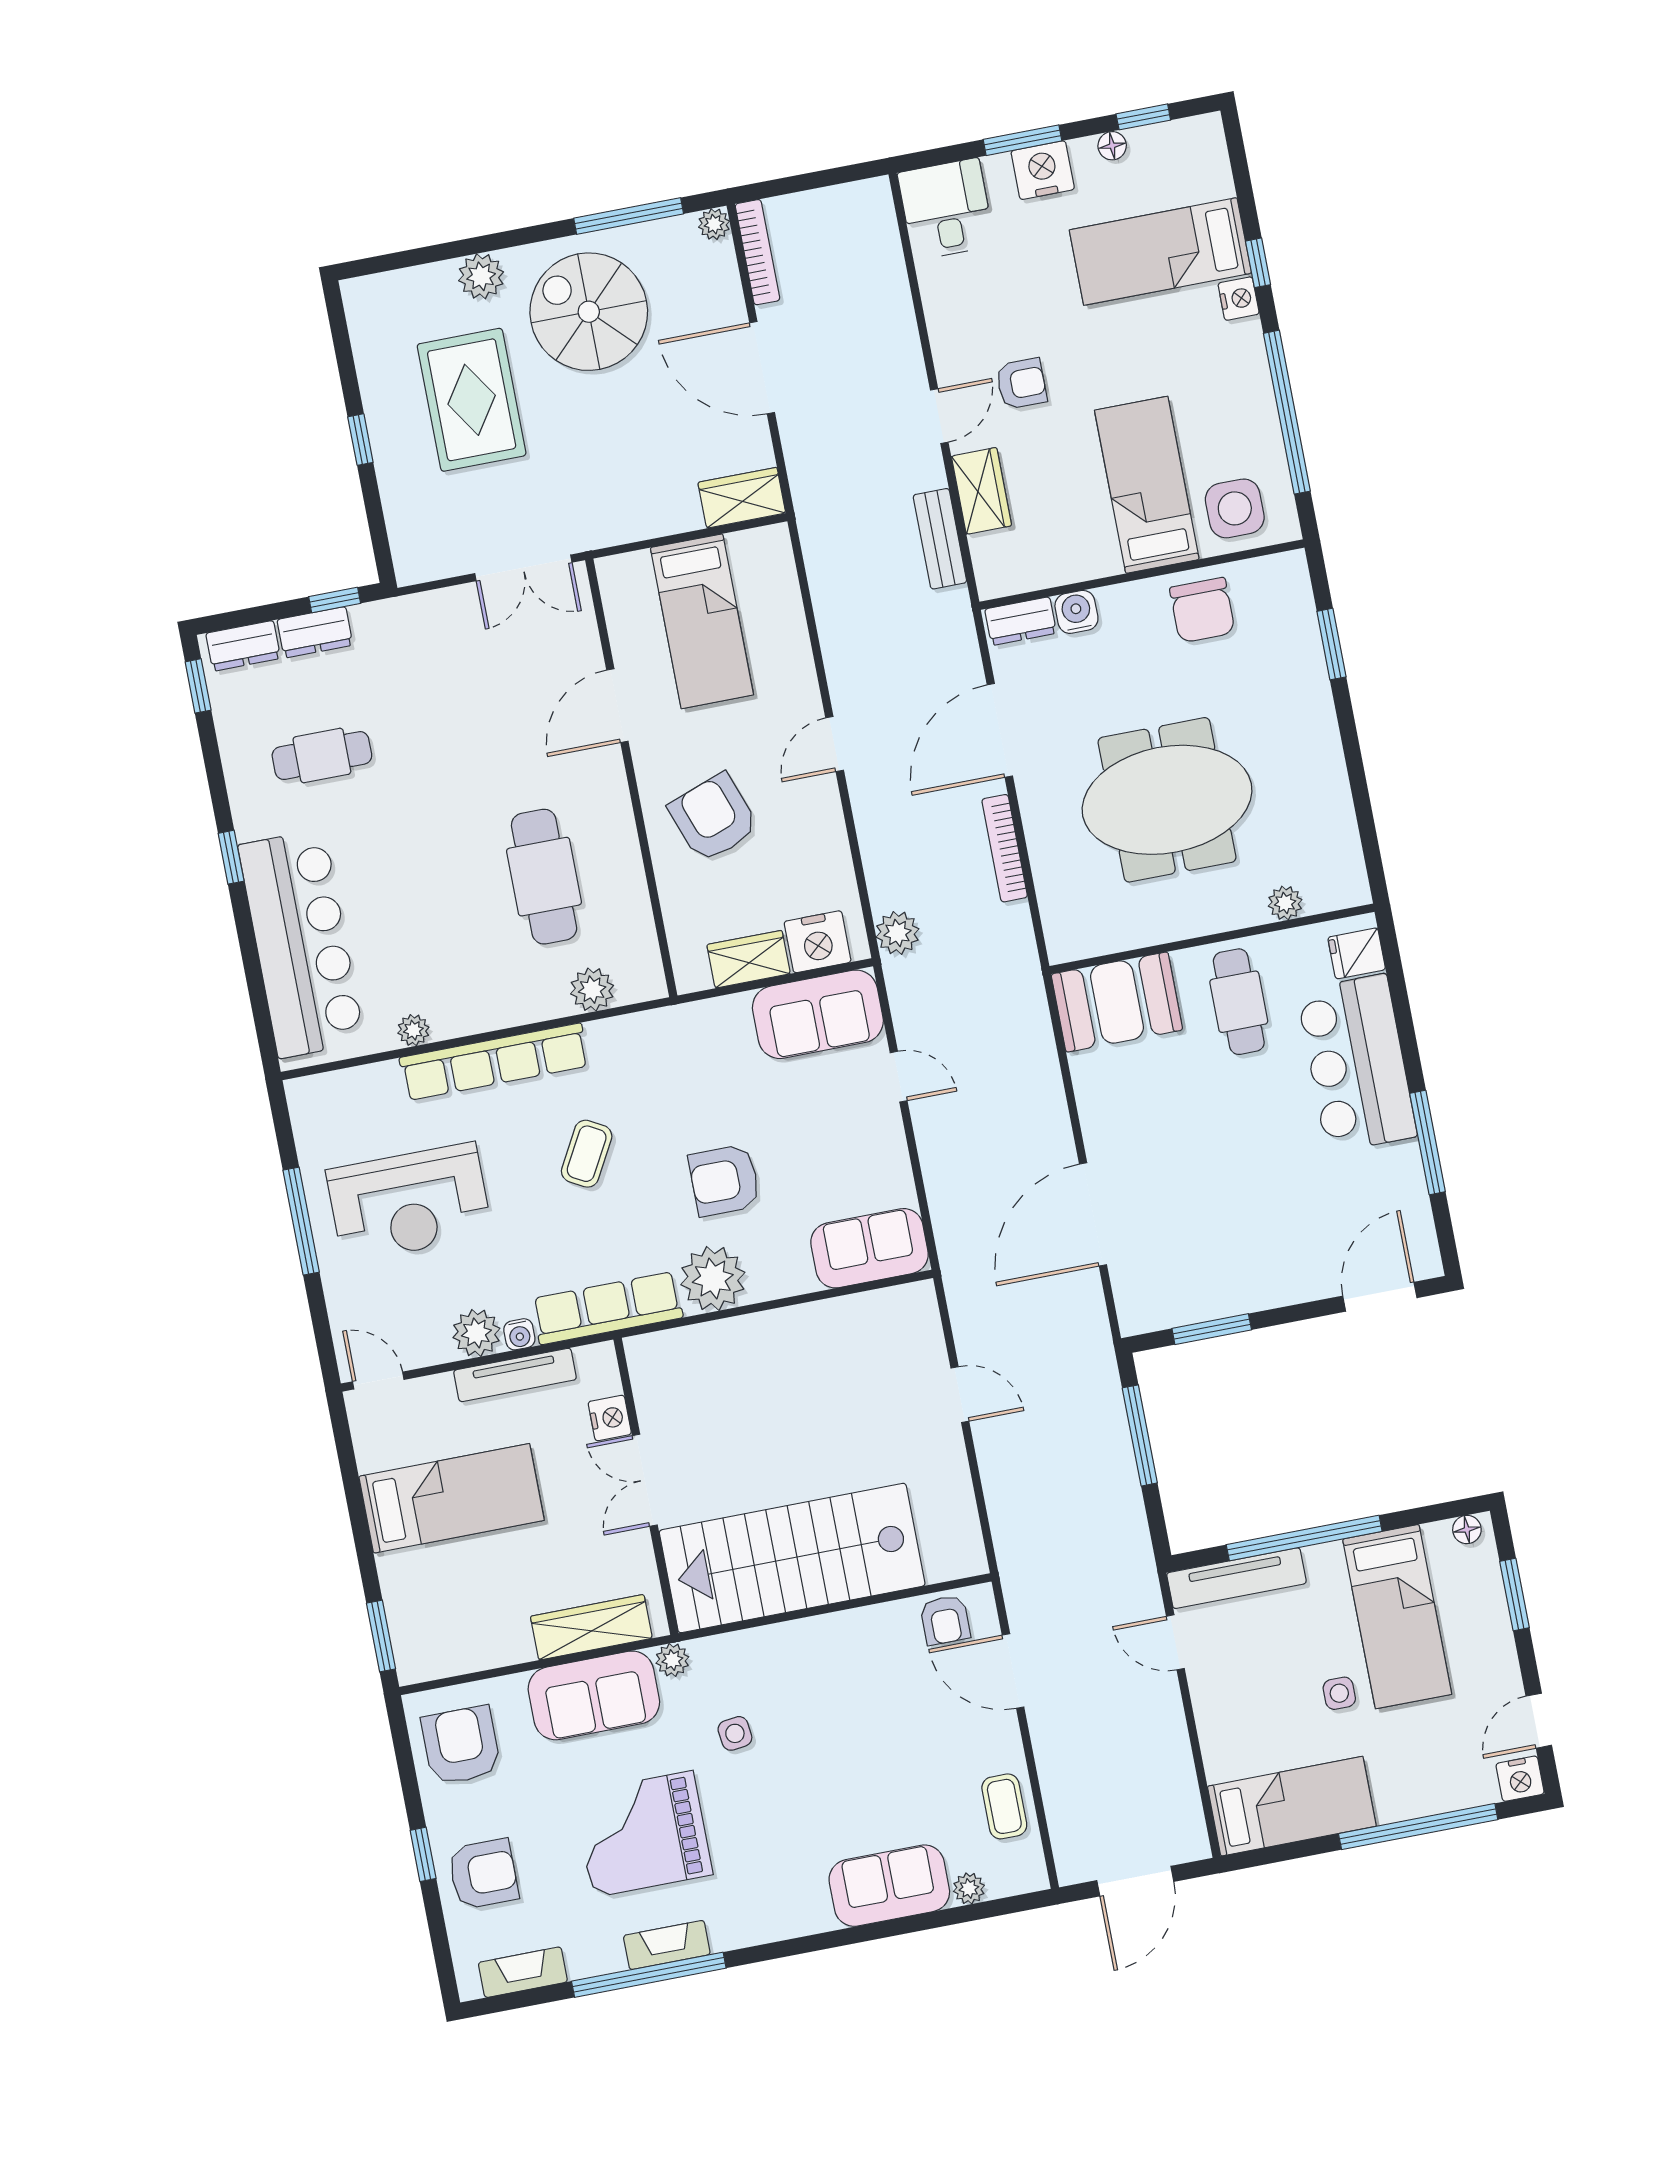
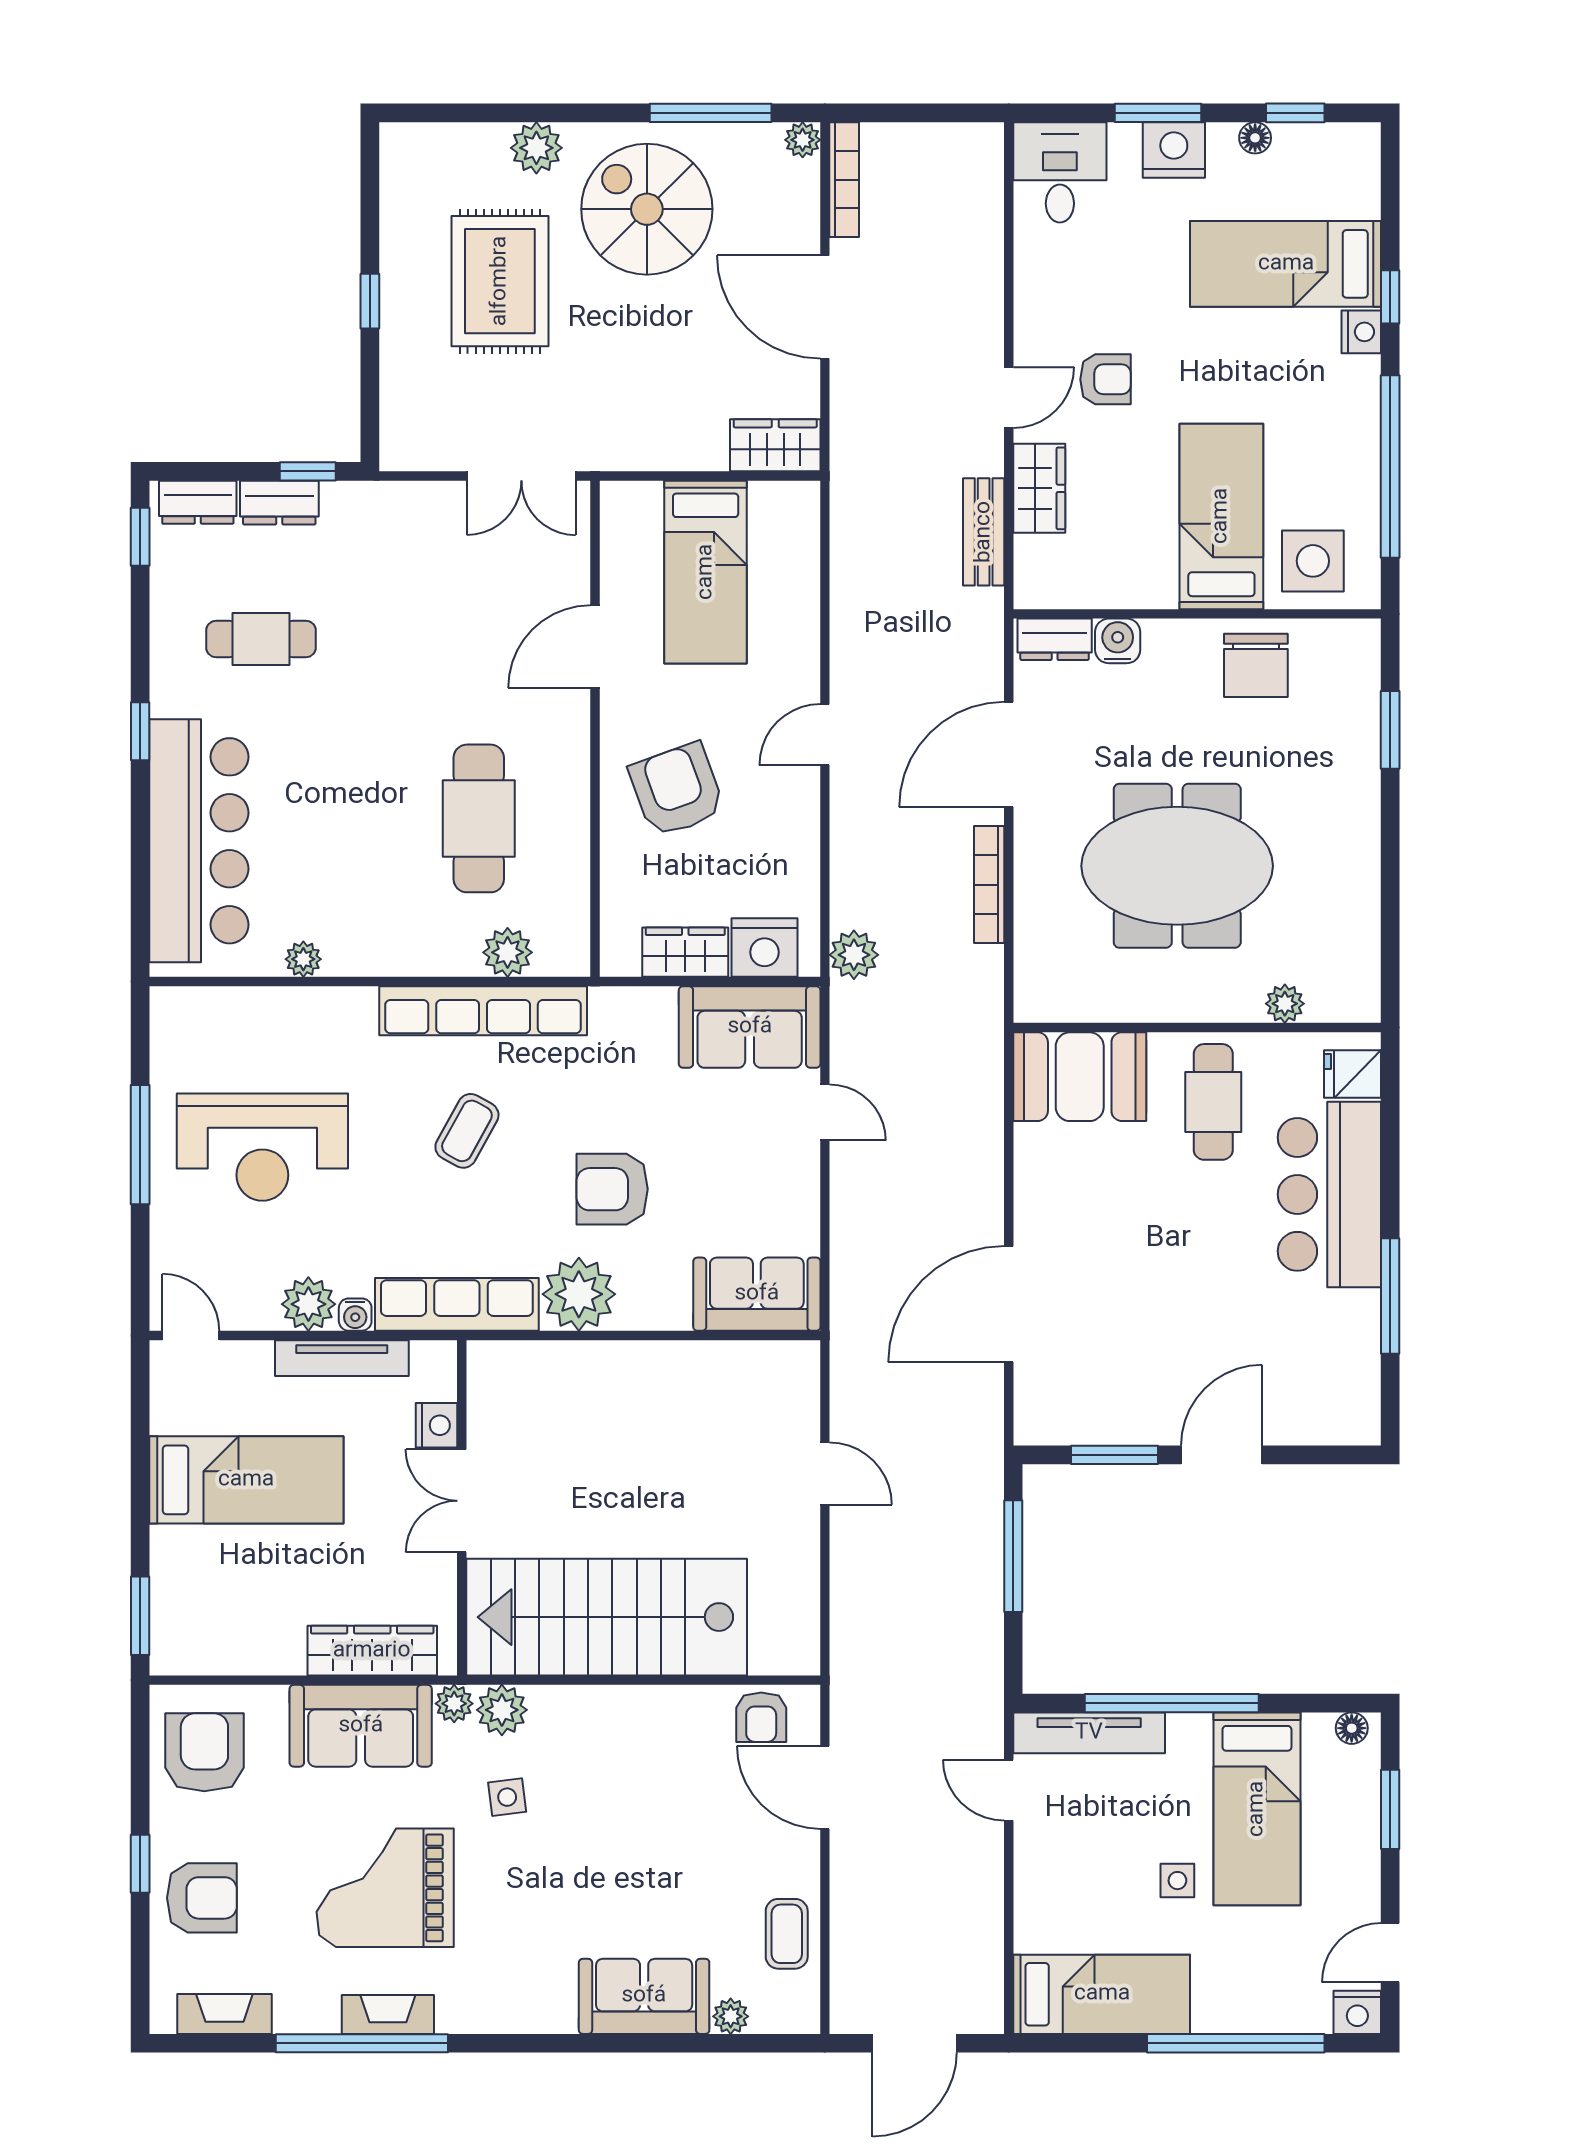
row of seats: (494, 1062) -> (483, 1011), moved
door: (1380, 1297) -> (1222, 1455), moved
plant: (716, 1658) -> (502, 1710), added

